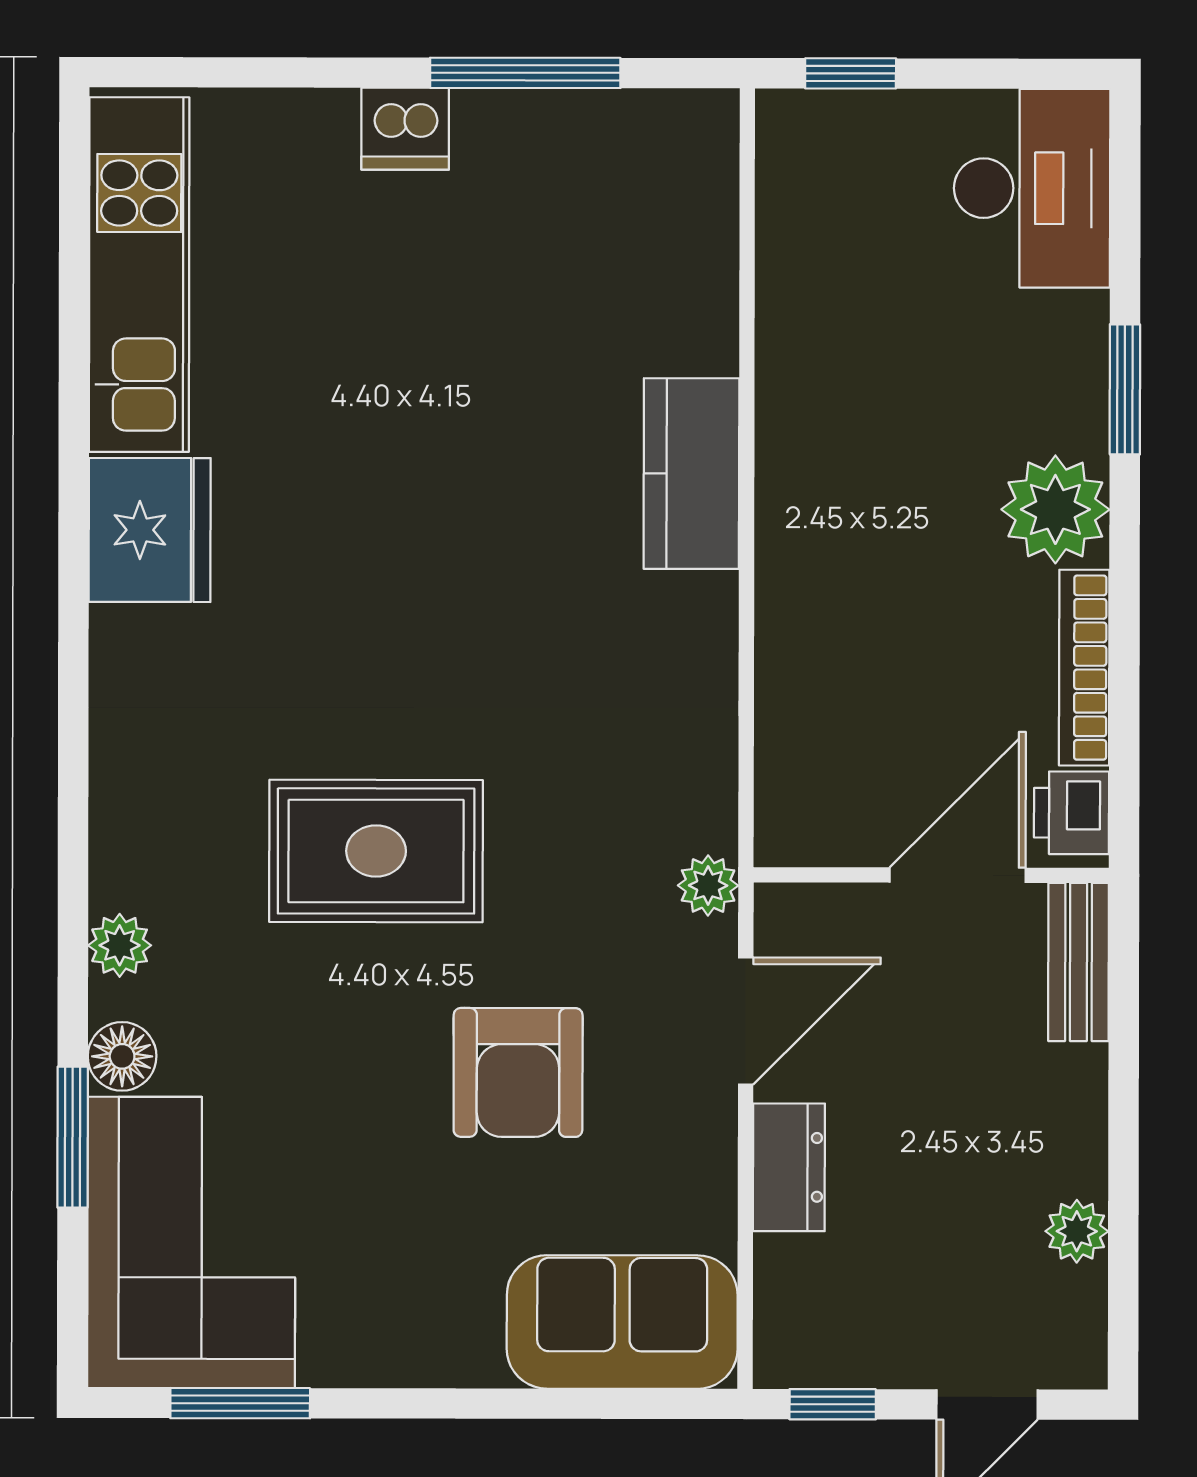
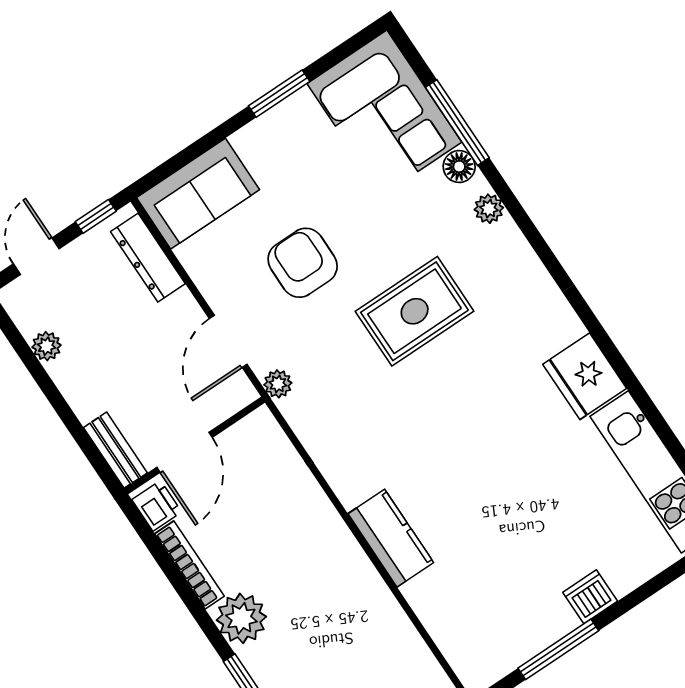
window: (73, 1137) -> (457, 123), width x1.44
dresser: (789, 1167) -> (148, 258), moved, width x1.44
window: (240, 1403) -> (279, 94), moved

